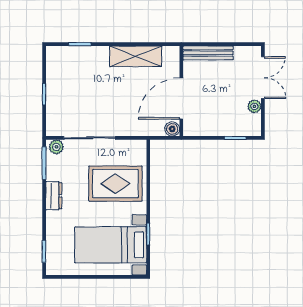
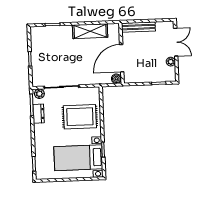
dresser: (54, 196) -> (38, 114), moved

